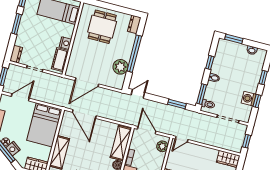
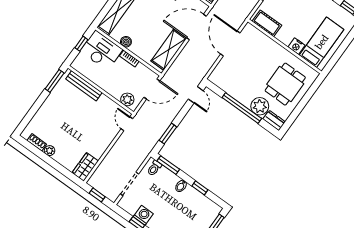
dining table: (102, 27) -> (285, 84), turned 90
nightstand: (65, 43) -> (297, 46), moved
plant: (120, 67) -> (260, 106), moved
shelving: (121, 143) -> (169, 50), moved, turned 90

